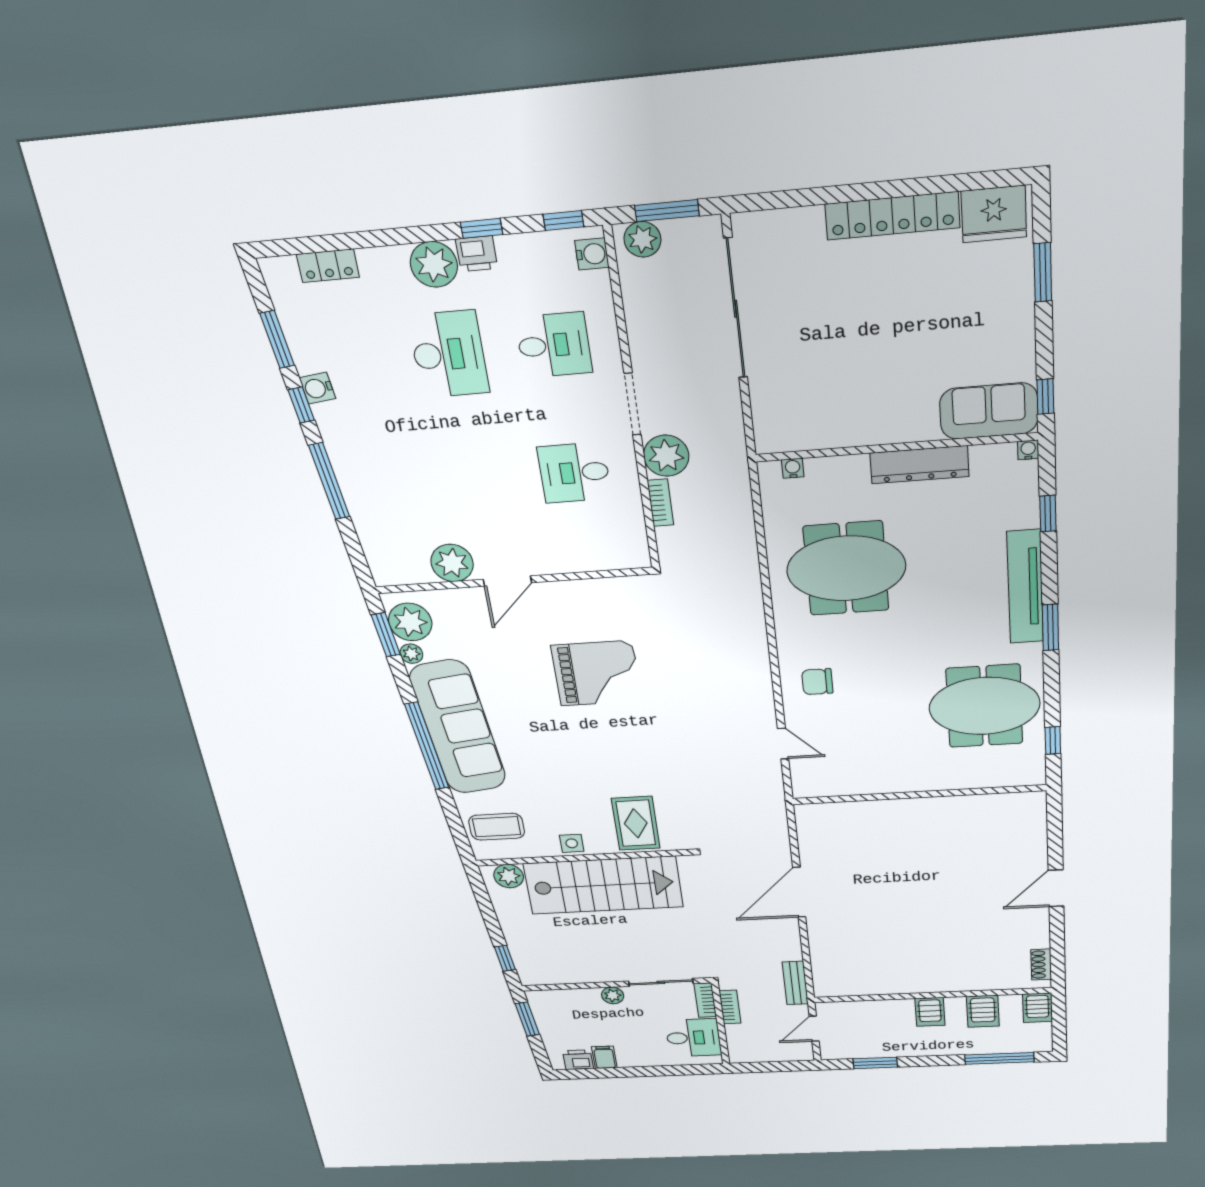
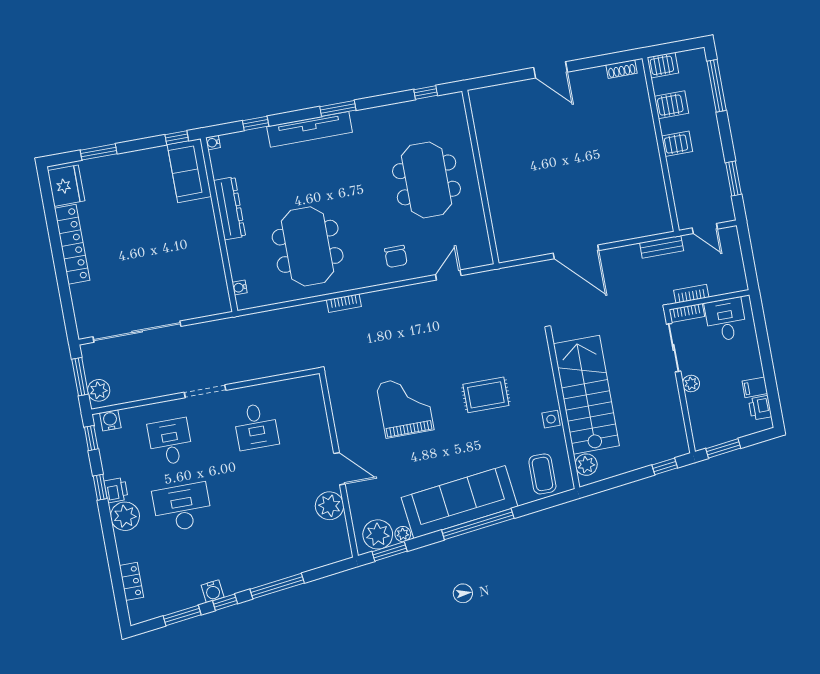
plant: (666, 456) -> (238, 368), removed
bookcase: (660, 503) -> (344, 303), moved, turned 180
meeting table: (984, 706) -> (427, 180), moved
rug: (636, 823) -> (486, 395), moved

